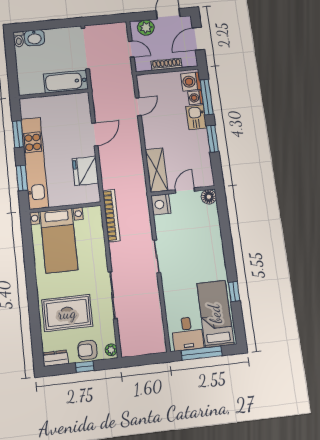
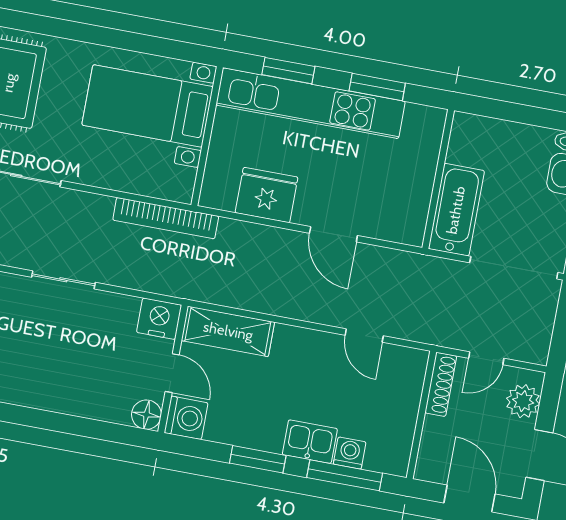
shoe rack: (166, 64) -> (441, 384), moved
washing machine: (191, 82) -> (186, 418), moved, turned 90

